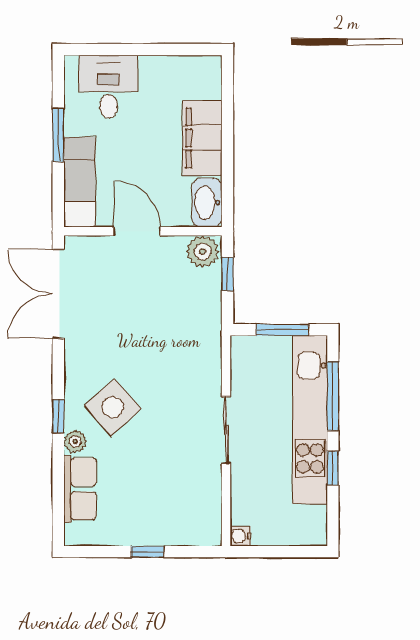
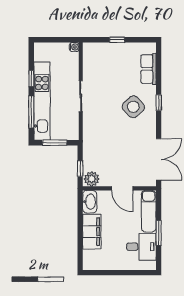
desk: (109, 87) -> (141, 247), moved, turned -90
plant: (75, 442) -> (151, 91), removed

